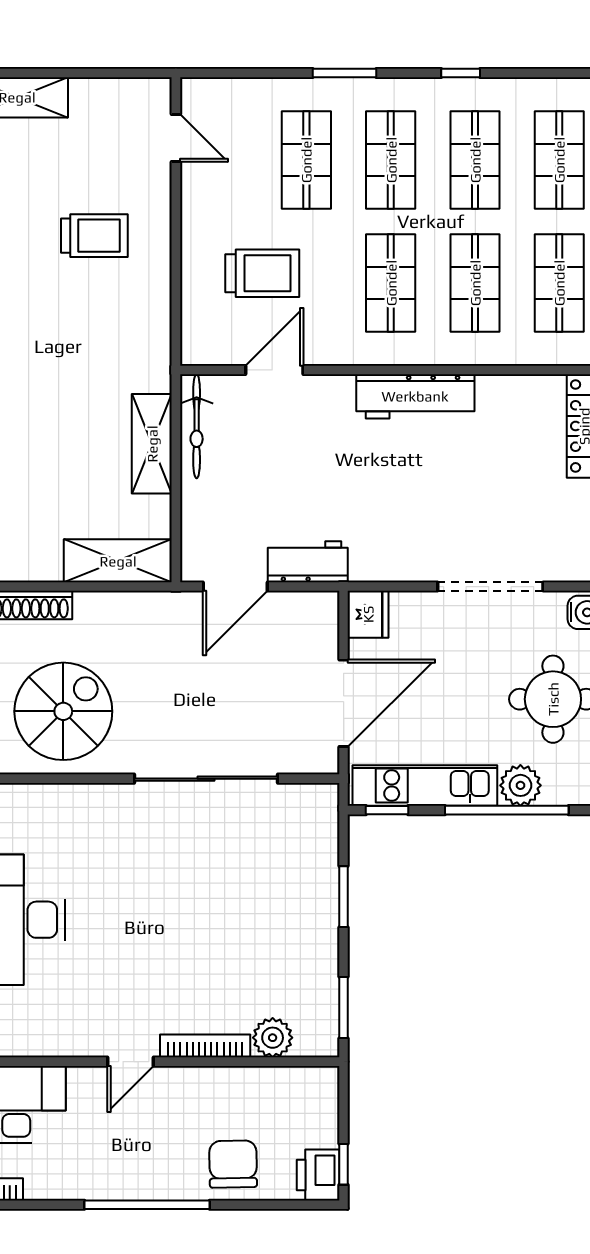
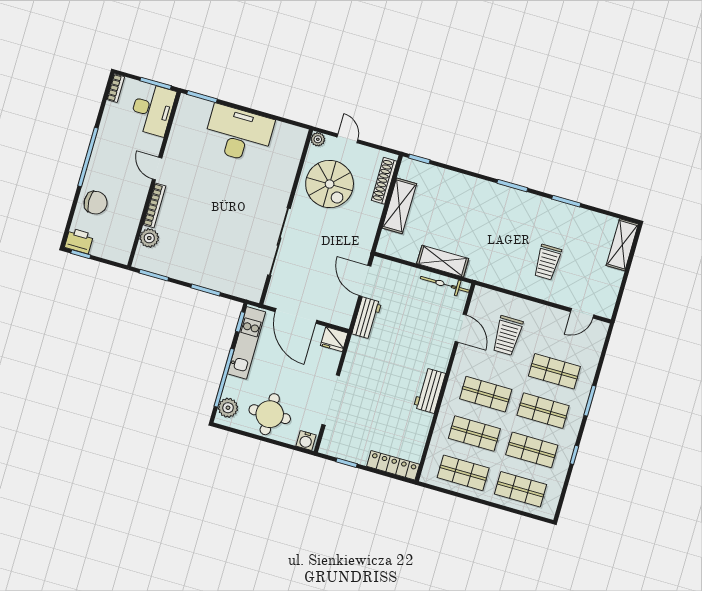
workbench: (415, 396) -> (429, 391), width x0.73
shelving: (118, 561) -> (399, 206), moved
plant: (520, 785) -> (228, 408), moved

